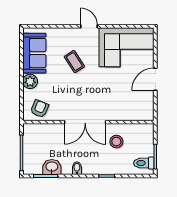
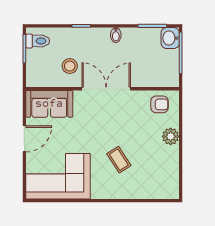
door: (89, 26) -> (102, 201), removed
sofa: (34, 53) -> (49, 104), moved, turned -90
armchair: (40, 109) -> (160, 104), turned -112
washbasin: (52, 167) -> (170, 38), moved, turned 90

